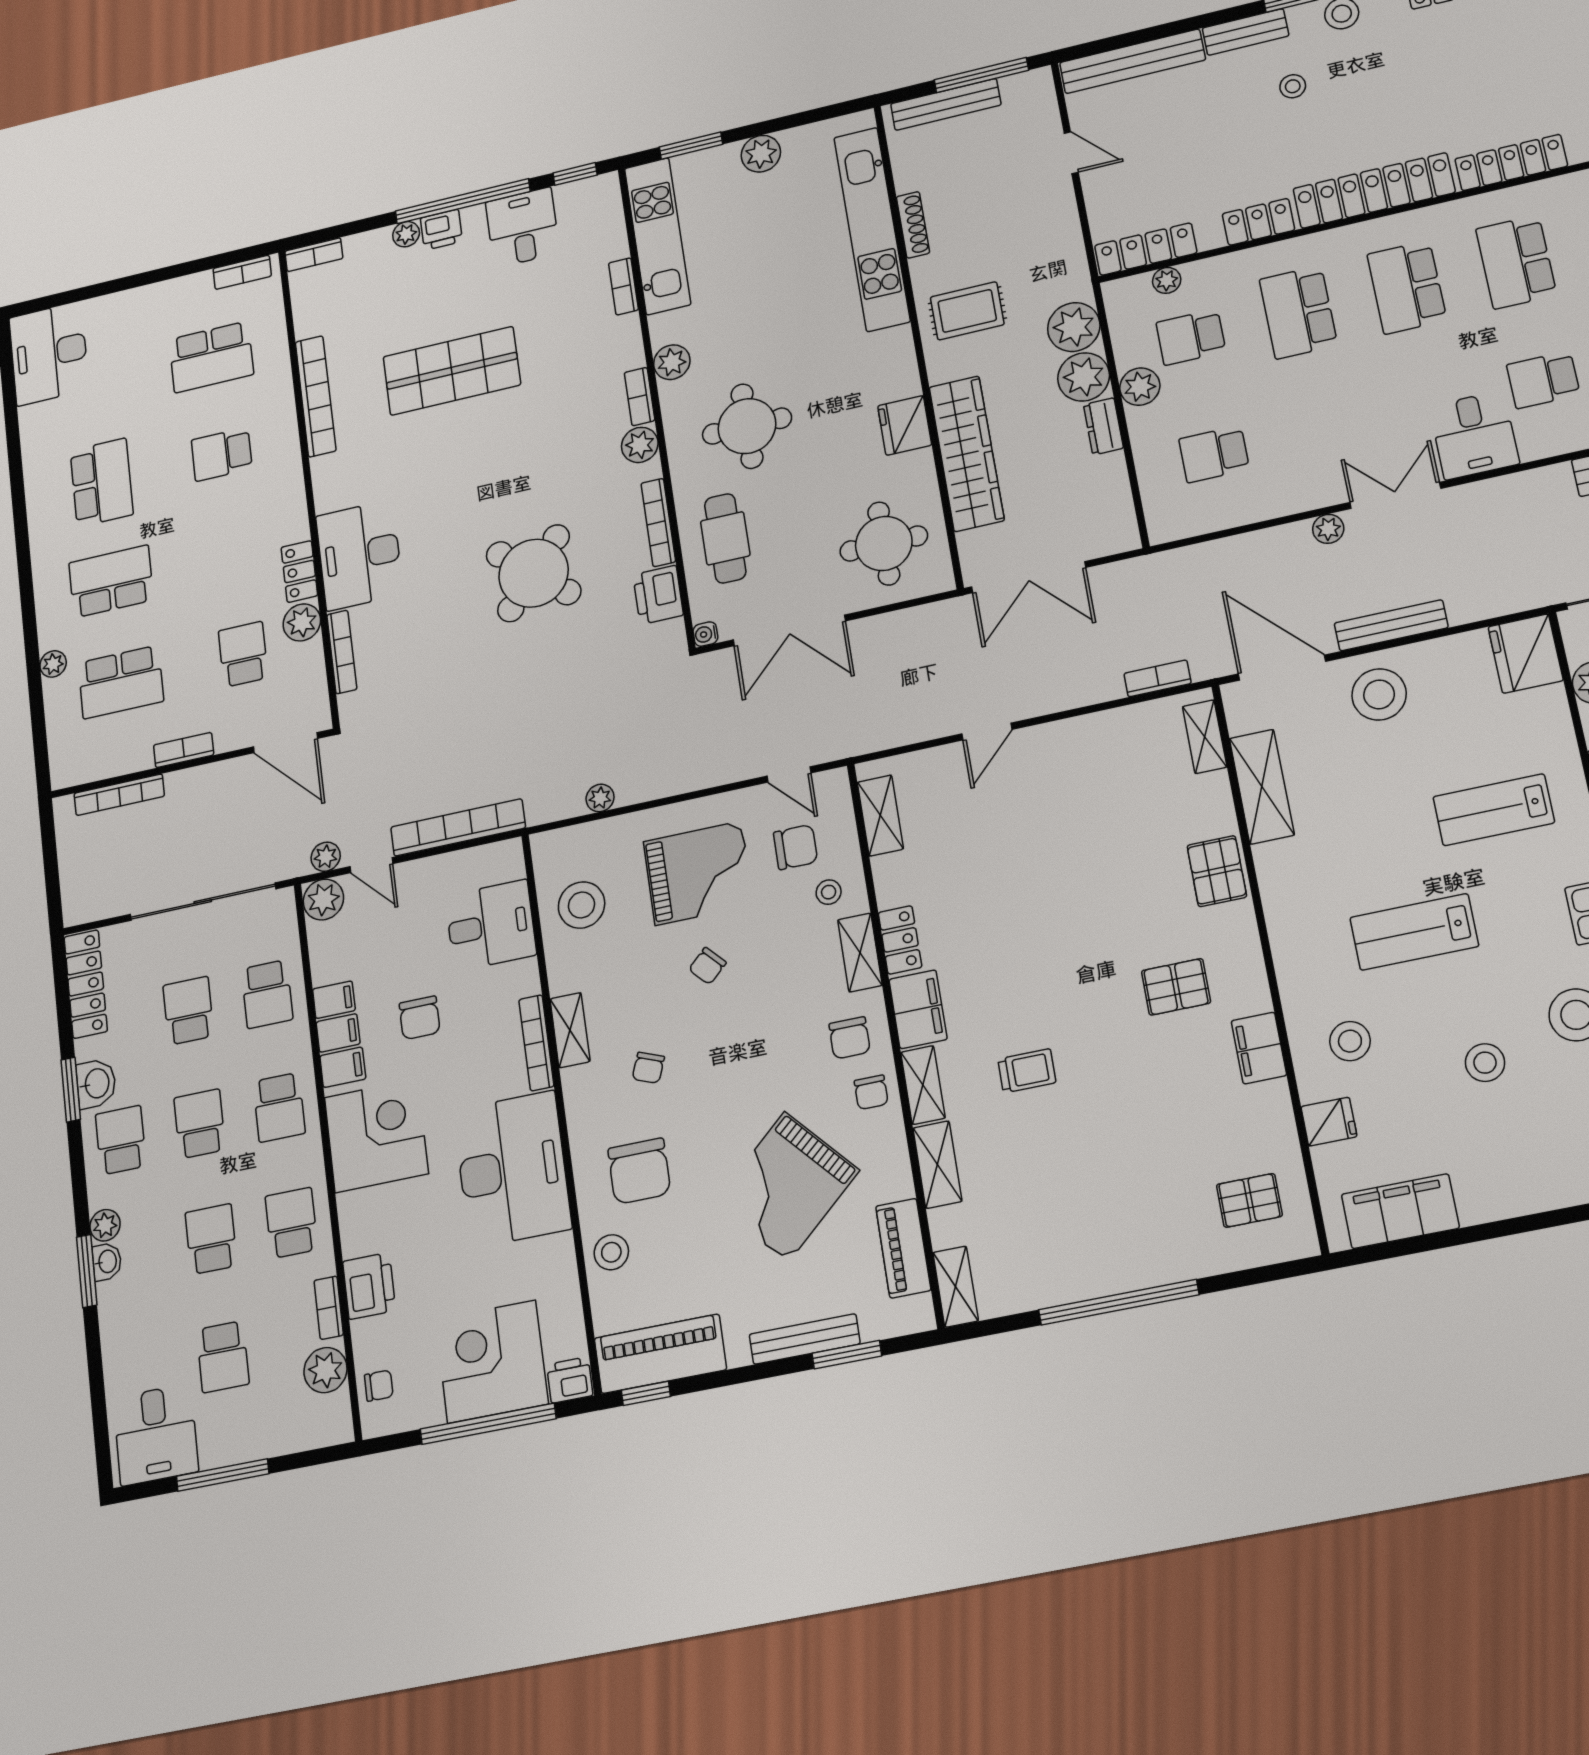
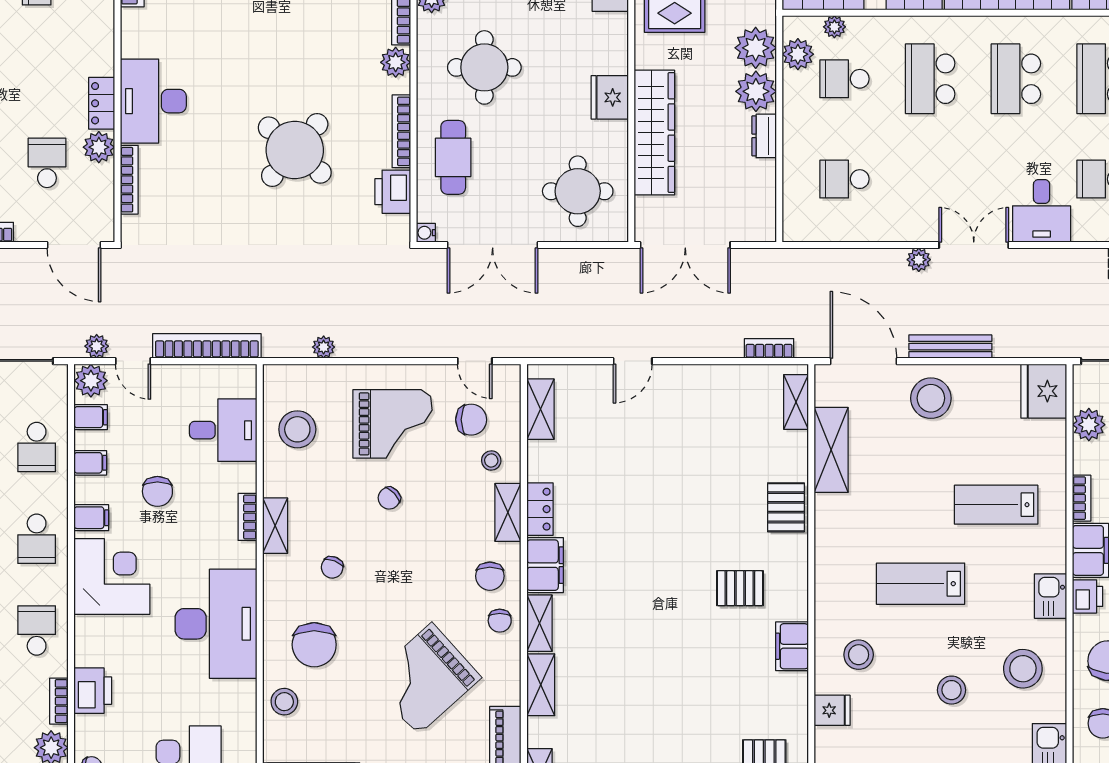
plant: (1140, 387) -> (798, 54), moved
filing cabinet: (338, 1033) -> (91, 417), moved
bookcase: (536, 1043) -> (247, 517), width x0.64
trolley: (1027, 1071) -> (619, 628), removed

